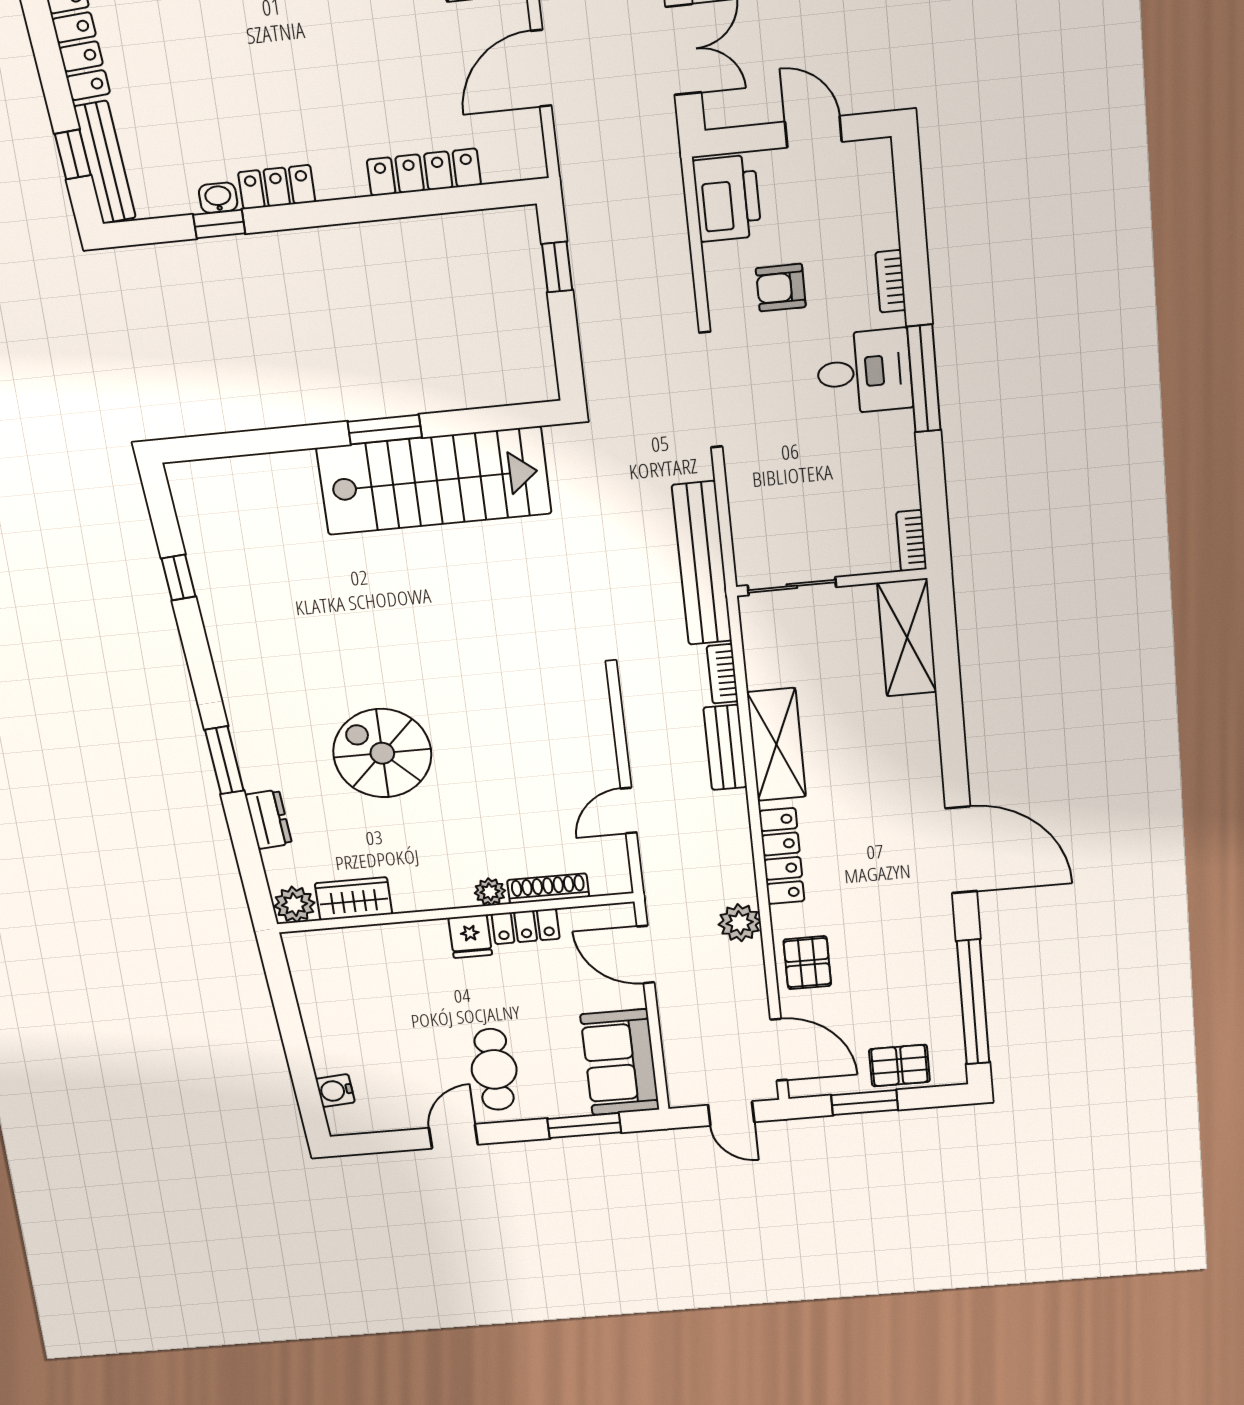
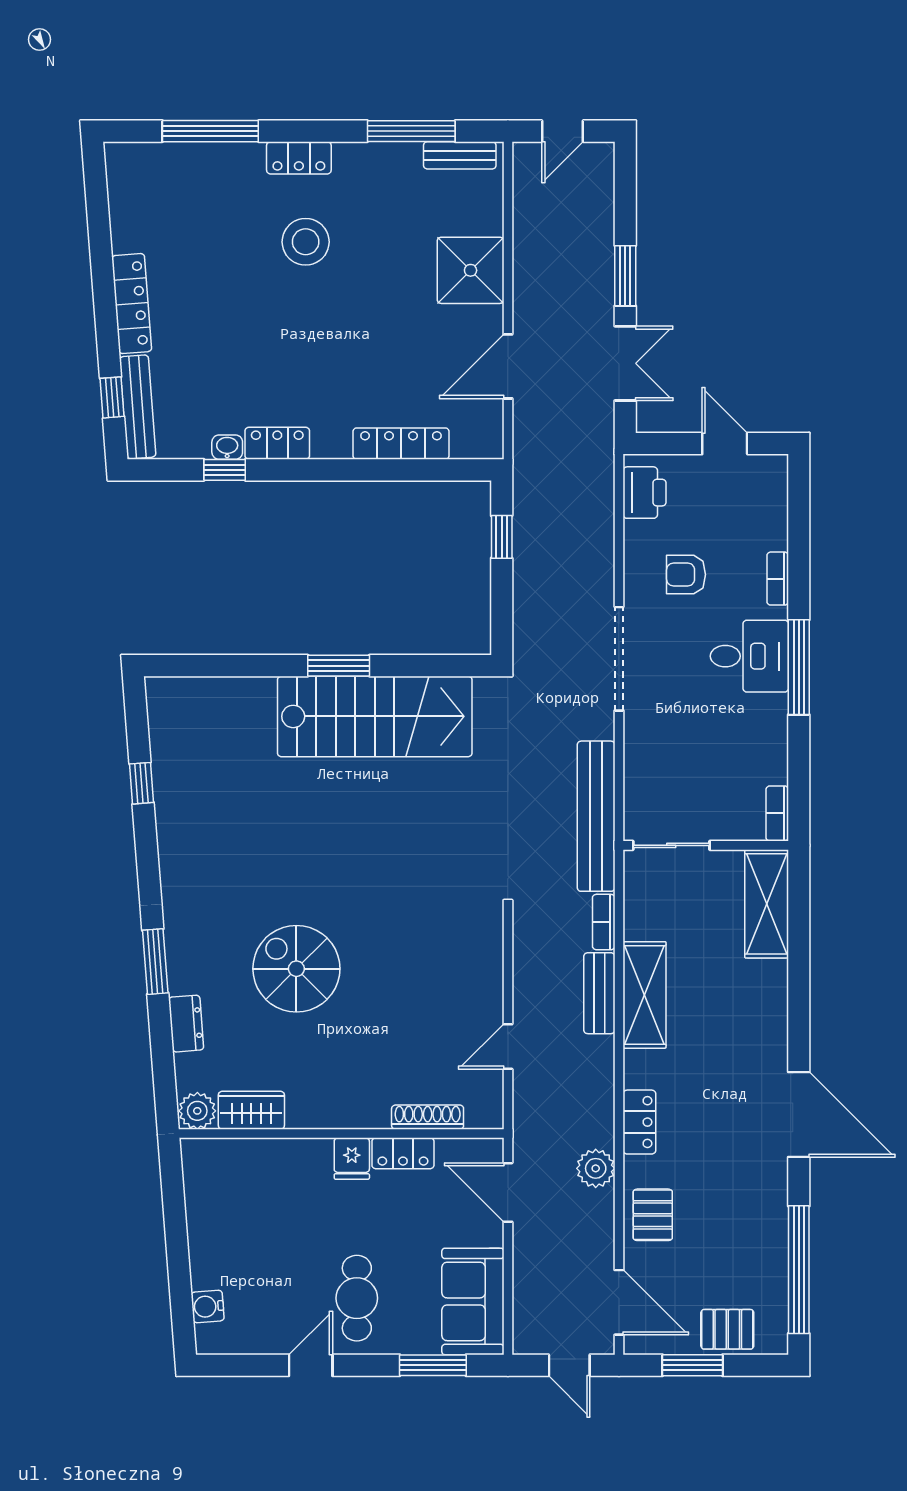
printer: (727, 198) -> (645, 493), width x0.73, depth x0.84
locker: (782, 856) -> (639, 1122), width x0.66
plant: (490, 892) -> (375, 1115), removed

